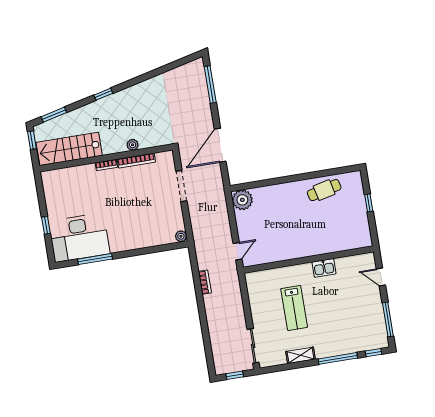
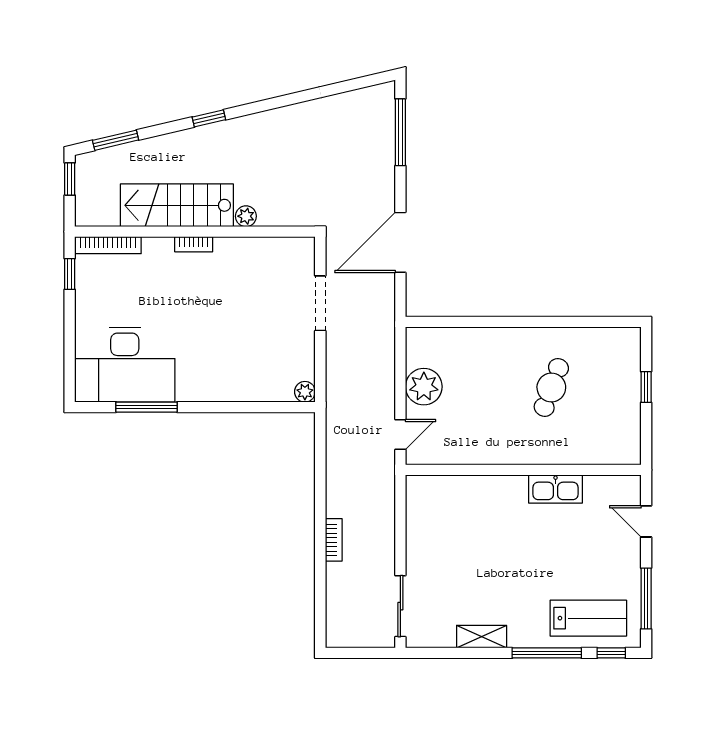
stairs: (69, 149) -> (177, 205), moved
bookcase: (136, 161) -> (108, 245), moved
cafe table: (324, 190) -> (551, 387), moved, turned -57
plant: (242, 200) -> (424, 387), moved
window: (46, 225) -> (70, 274), moved
kitchen sink: (324, 268) -> (556, 489), width x1.38
bookcase: (205, 282) -> (334, 540), moved
lab bench: (294, 308) -> (588, 618), moved, turned -90
window: (235, 375) -> (360, 653), removed

